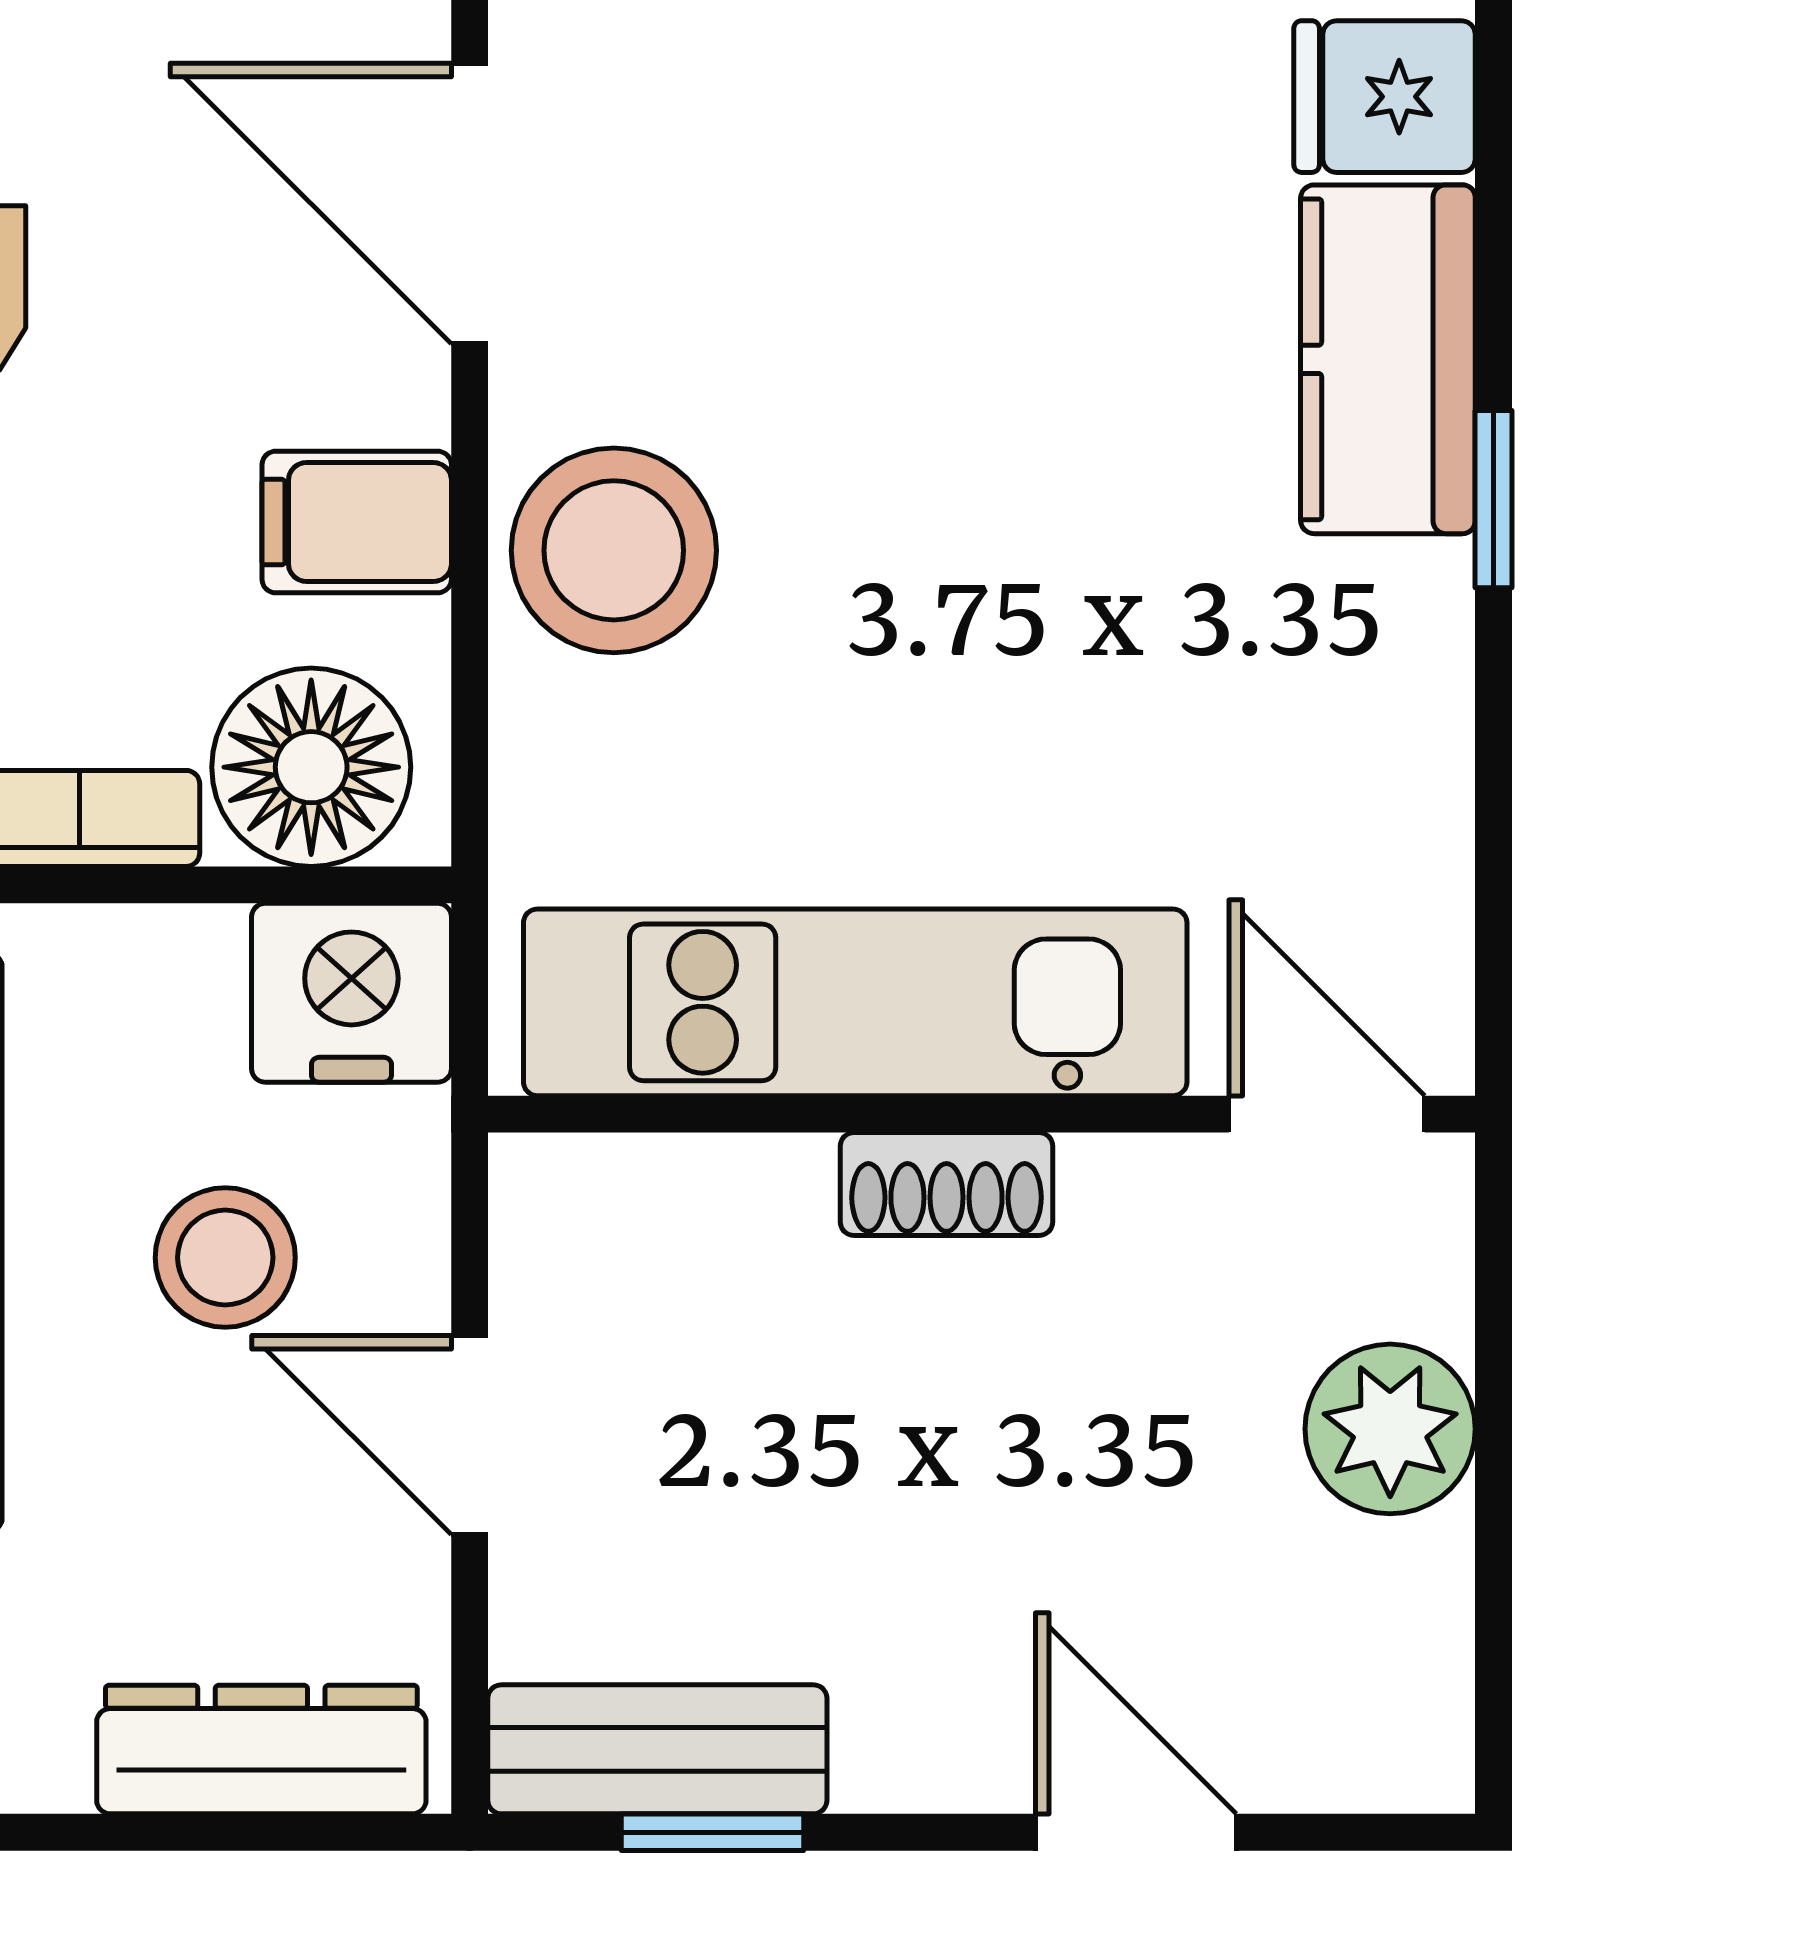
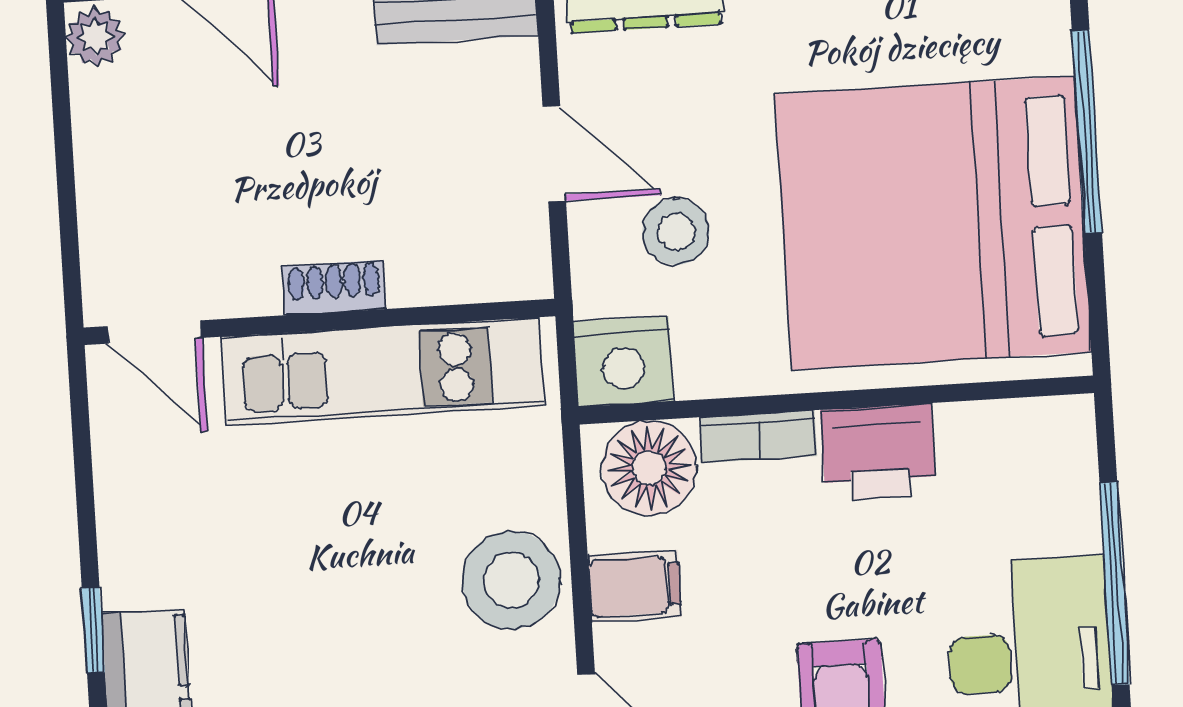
plant: (1390, 1429) -> (95, 37), moved, width x0.73, depth x0.73

